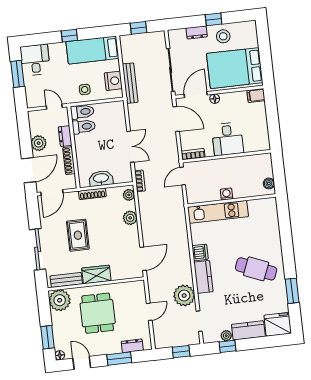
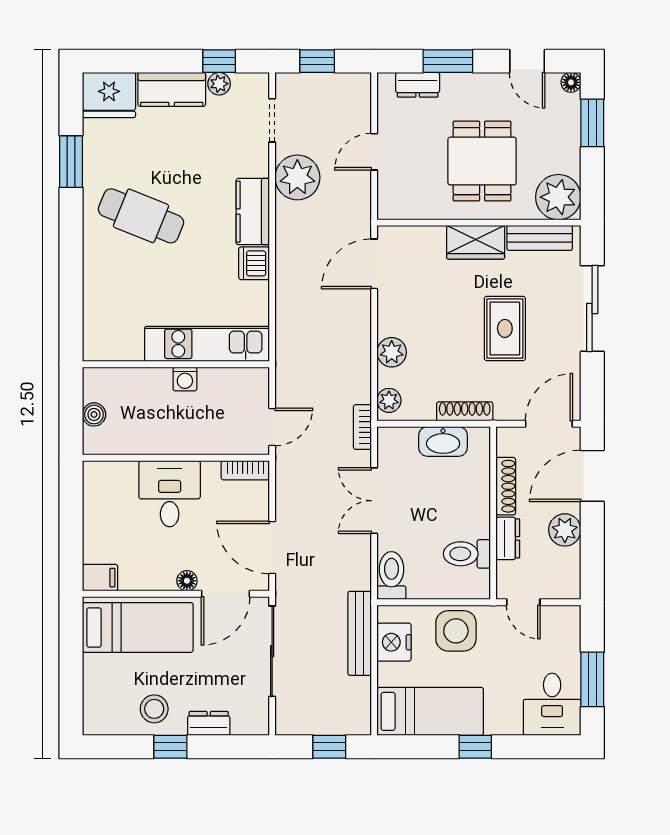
bed: (235, 68) -> (138, 627), width x0.67
side table: (85, 89) -> (456, 631), width x1.87, depth x1.87
toilet: (82, 112) -> (391, 575), moved, turned 90
boiler: (269, 183) -> (94, 414), moved

